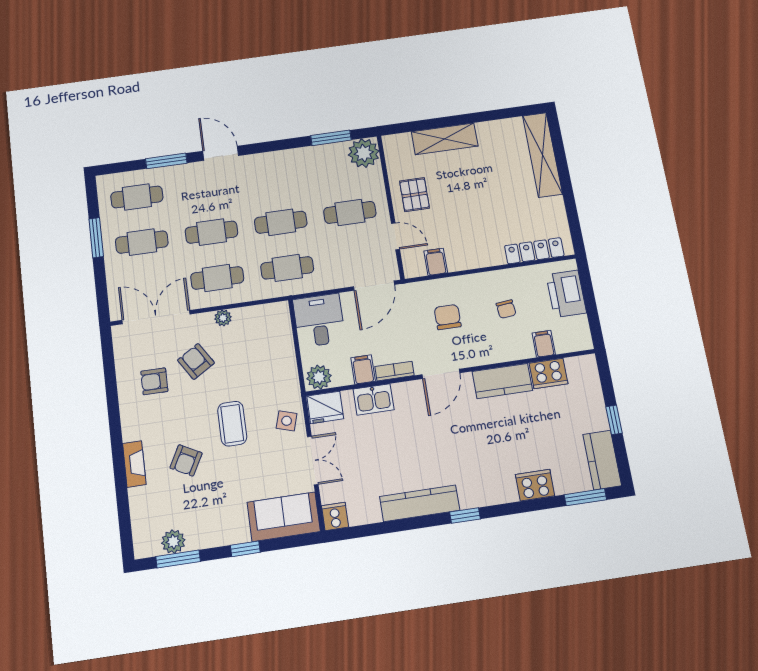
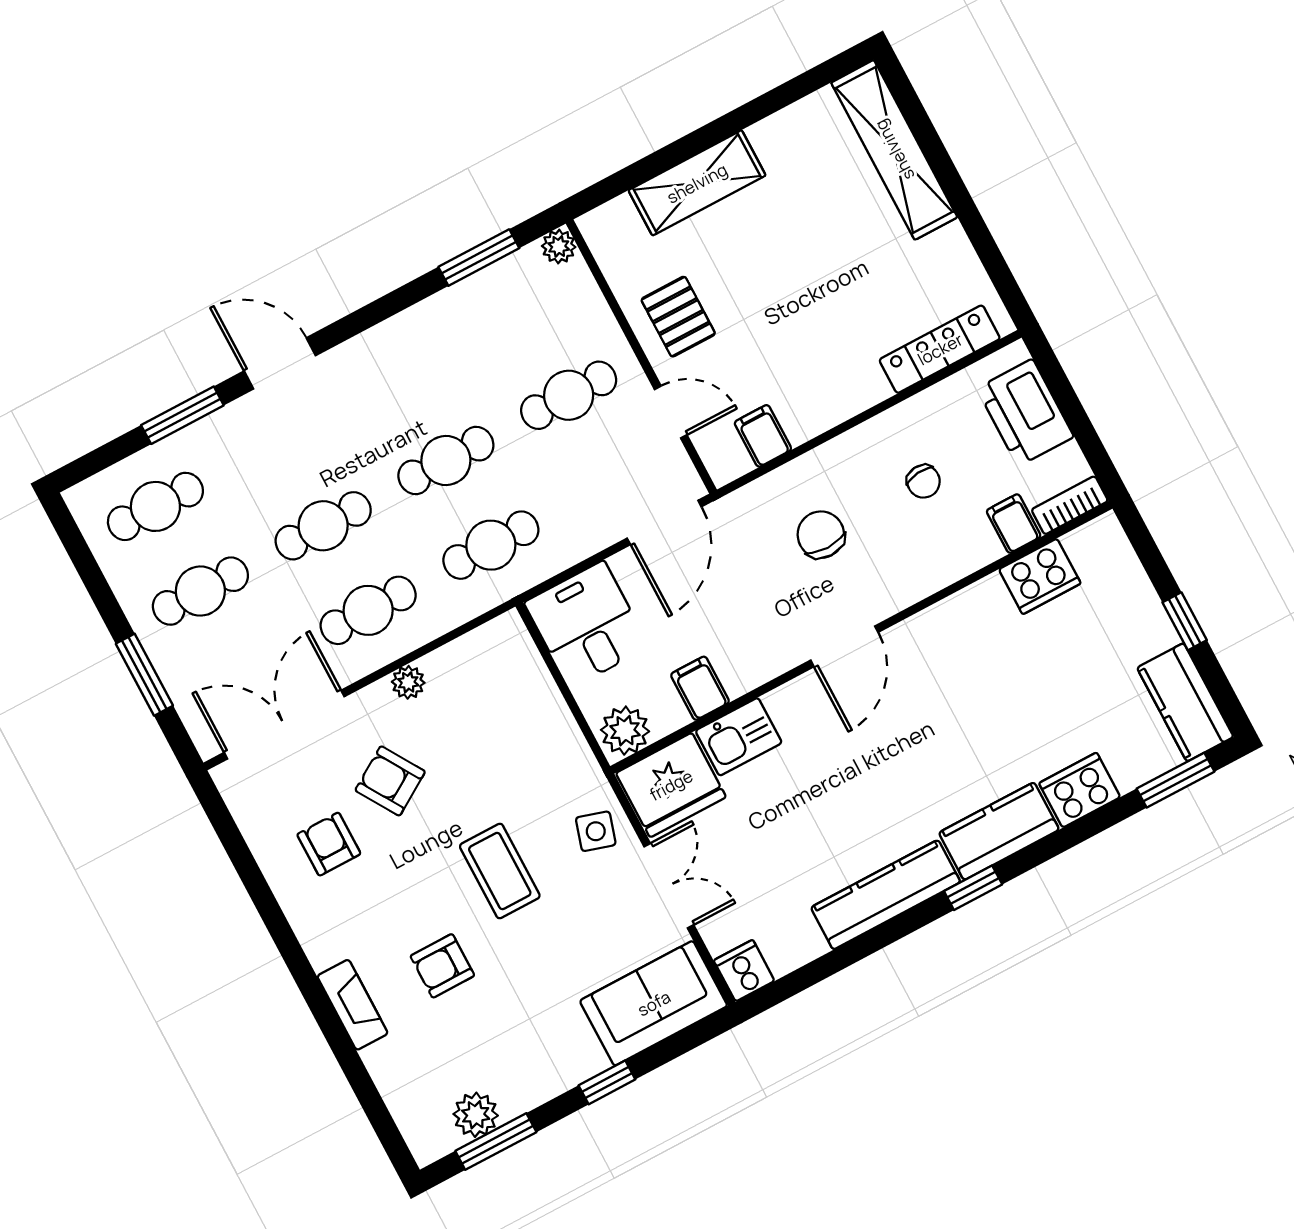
plant: (364, 153) -> (559, 246), width x0.53, depth x0.53
window: (96, 238) -> (144, 675), moved
bookcase: (394, 371) -> (1070, 505), moved
armchair: (154, 381) -> (329, 844), turned 90
kitchen counter: (502, 381) -> (999, 831), moved, turned 180
fridge: (325, 407) -> (671, 785), width x1.36, depth x1.34
armchair: (186, 460) -> (442, 966), turned 62

